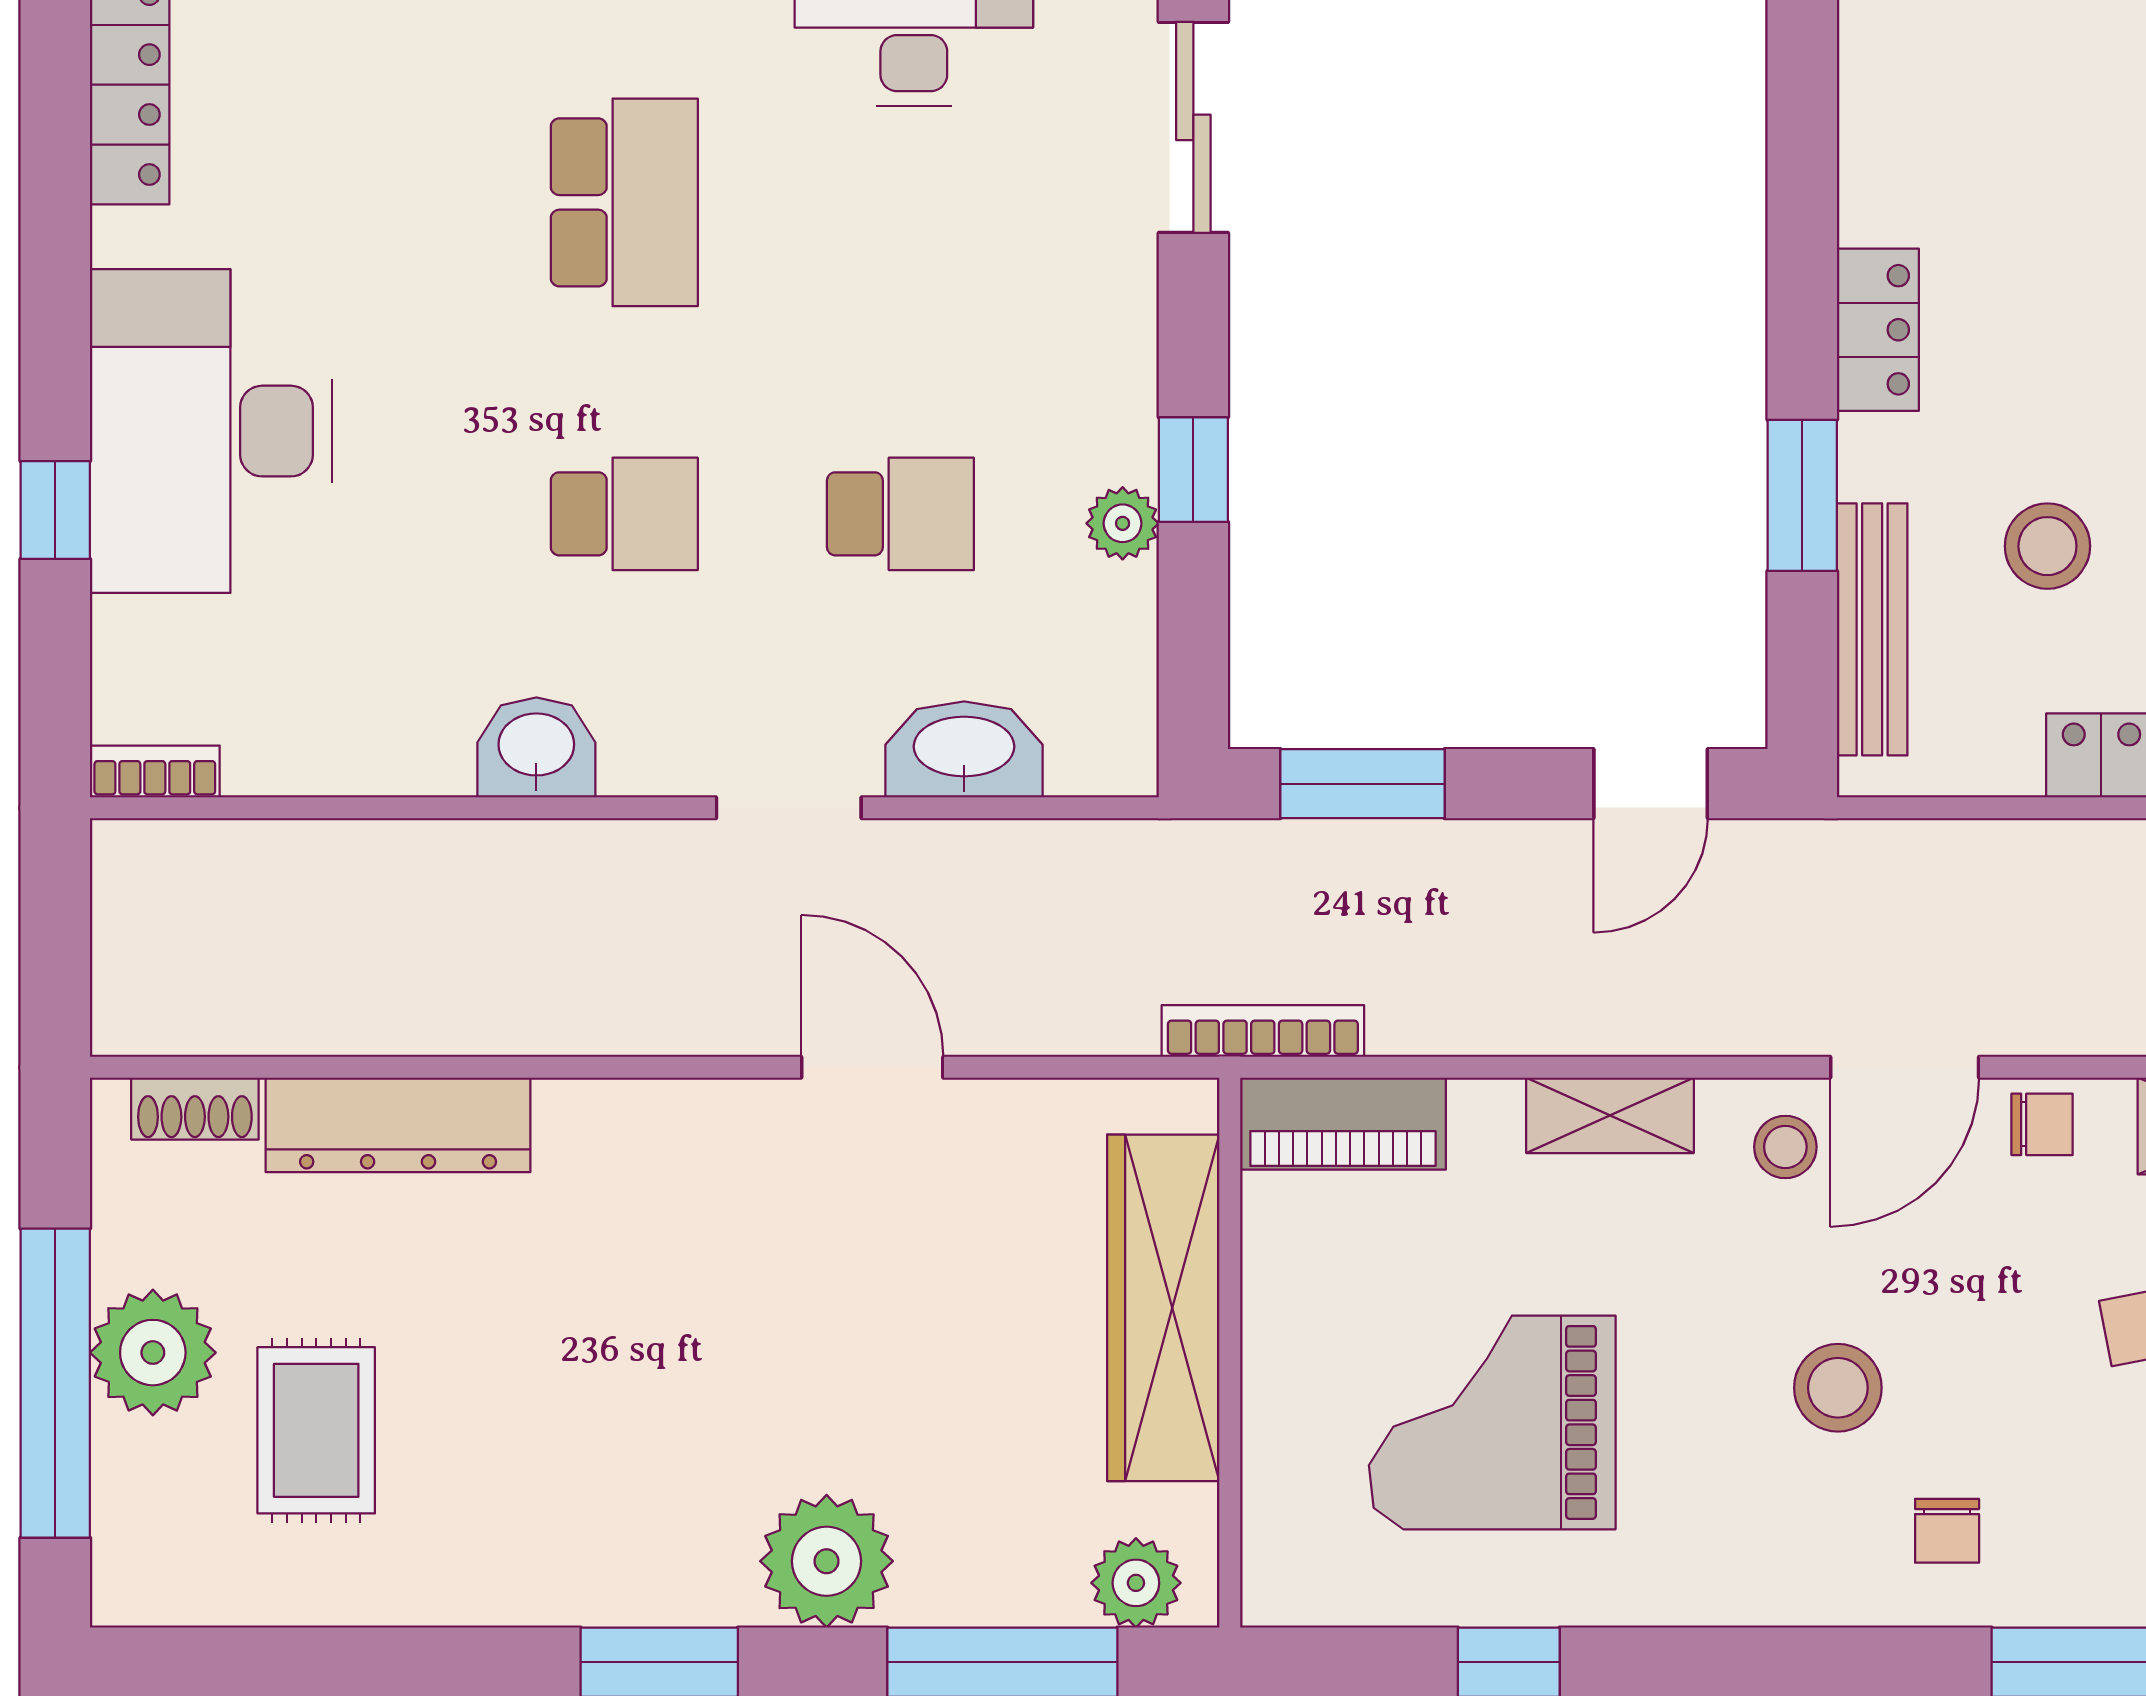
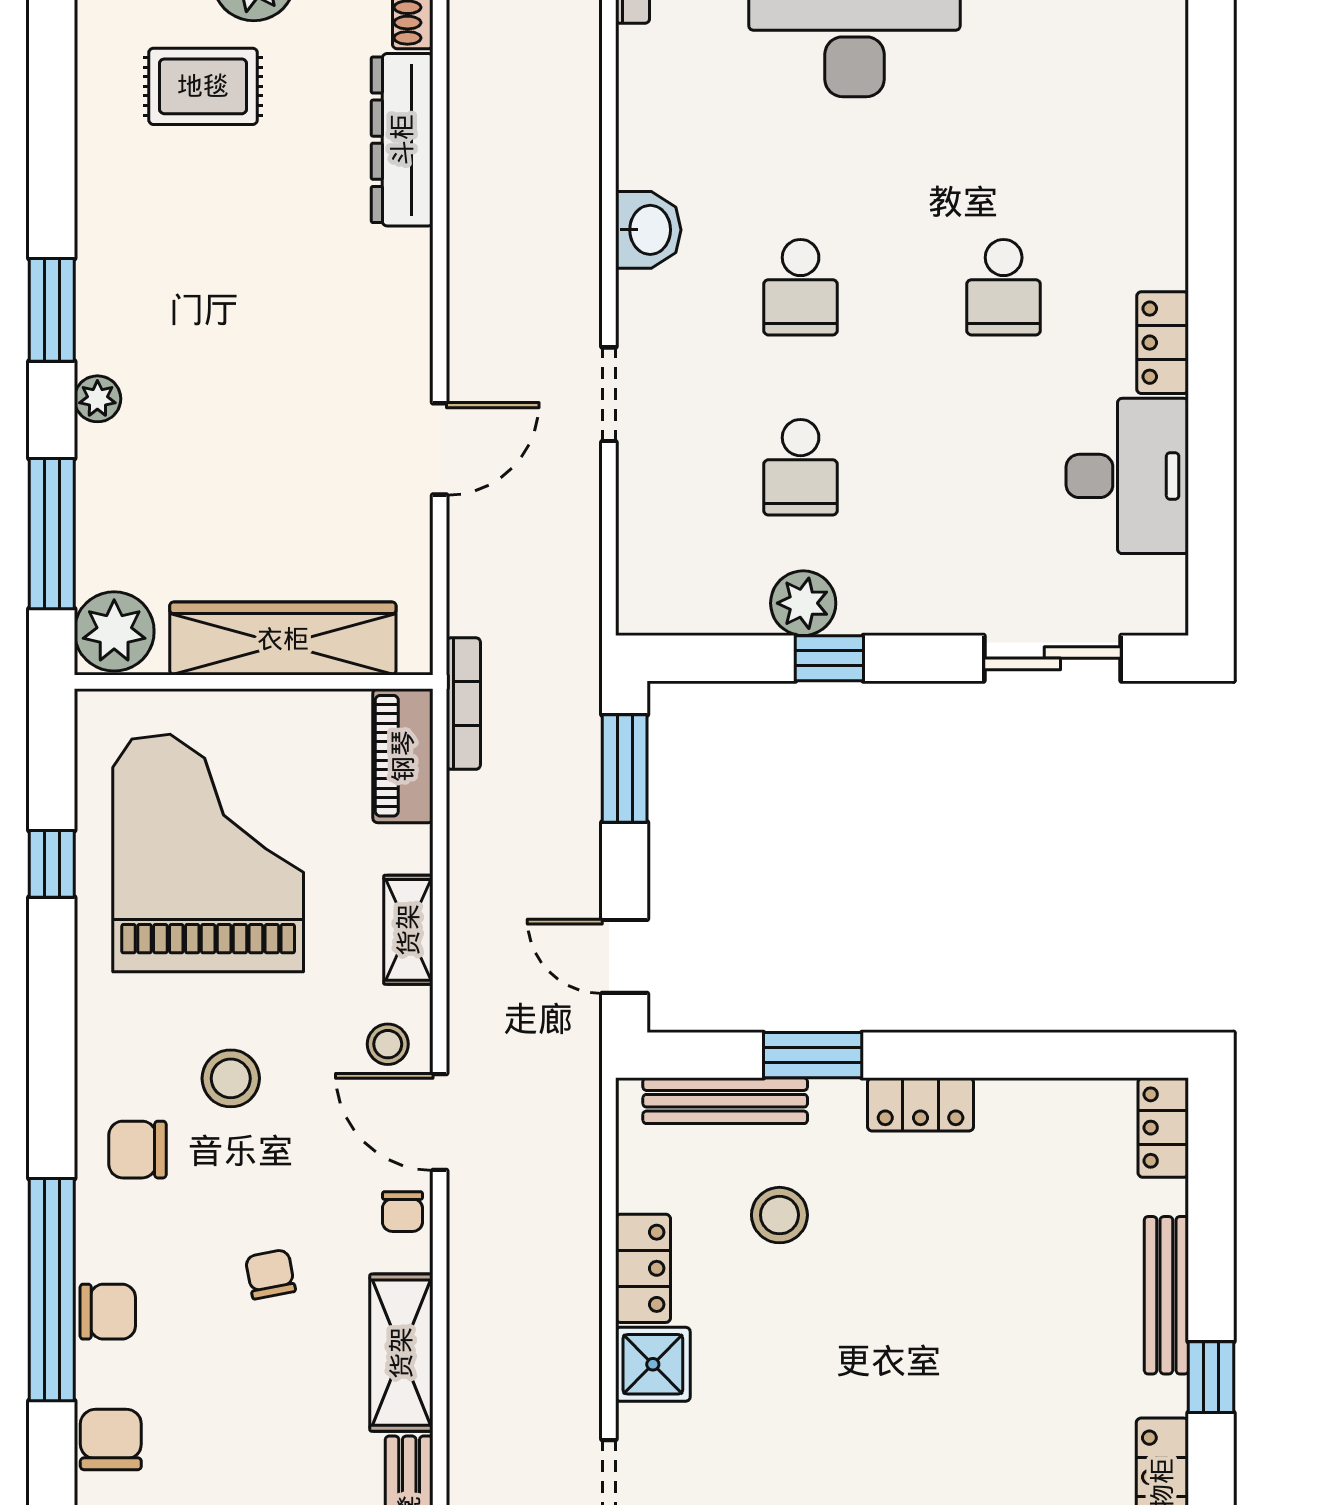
school desk: (624, 202) -> (1004, 287), width x0.54
plant: (1123, 523) -> (803, 603), width x1.38, depth x1.38
washbasin: (964, 749) -> (647, 509), removed
grand piano: (1492, 1422) -> (208, 853), width x1.37, depth x1.48
chair: (1947, 1531) -> (138, 1150), width x1.37, depth x1.37
plant: (827, 1561) -> (97, 399), width x0.53, depth x0.53
plant: (1136, 1583) -> (114, 631), width x1.36, depth x1.36

